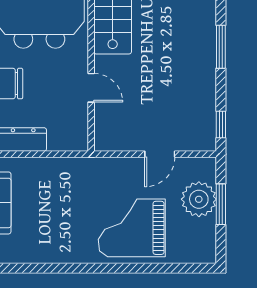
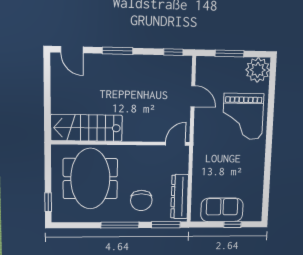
door: (91, 88) -> (176, 144), moved
plant: (199, 199) -> (258, 70), moved

